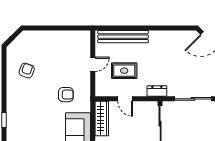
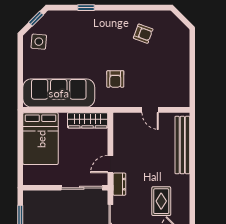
rug: (124, 71) -> (161, 201), moved
door: (125, 99) -> (110, 164), moved

